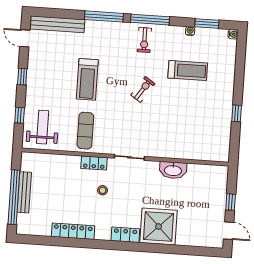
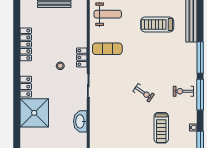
treadmill: (87, 79) -> (157, 25), moved

